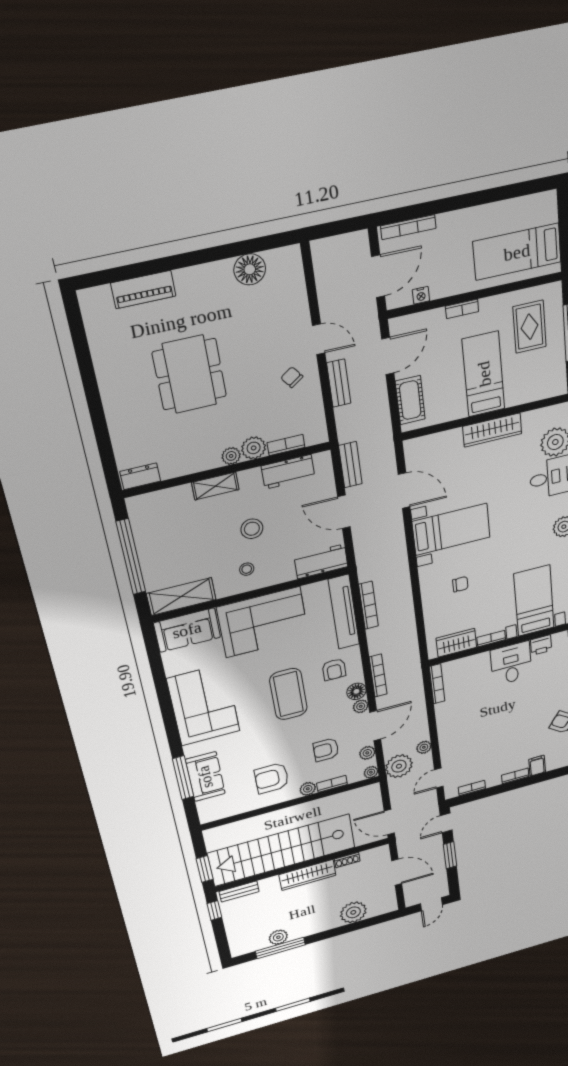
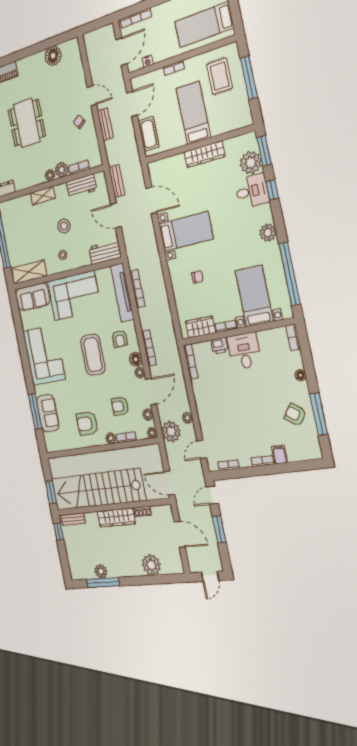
printer: (541, 645) -> (219, 346), moved

